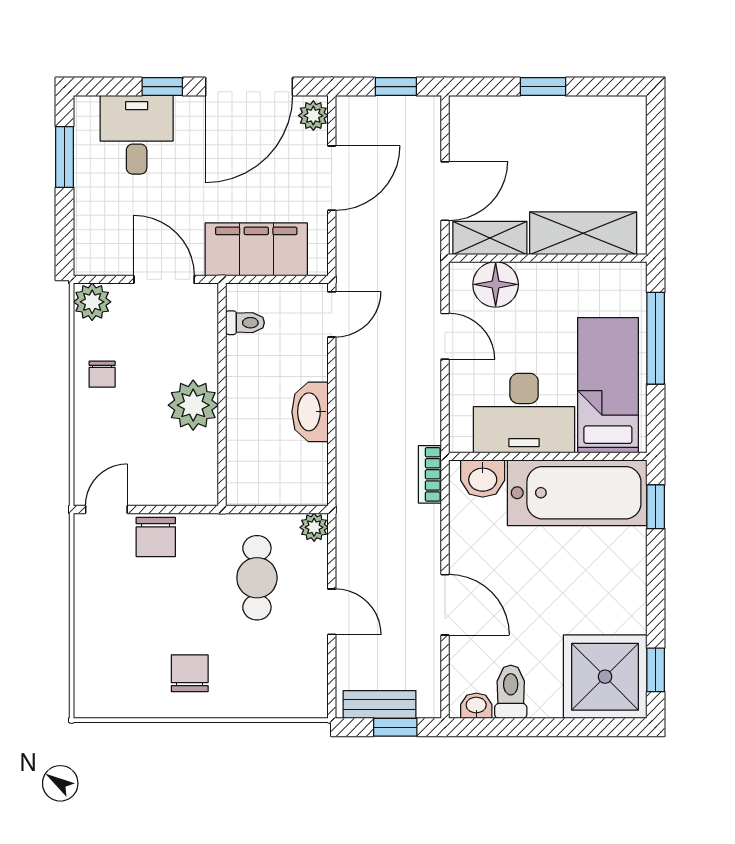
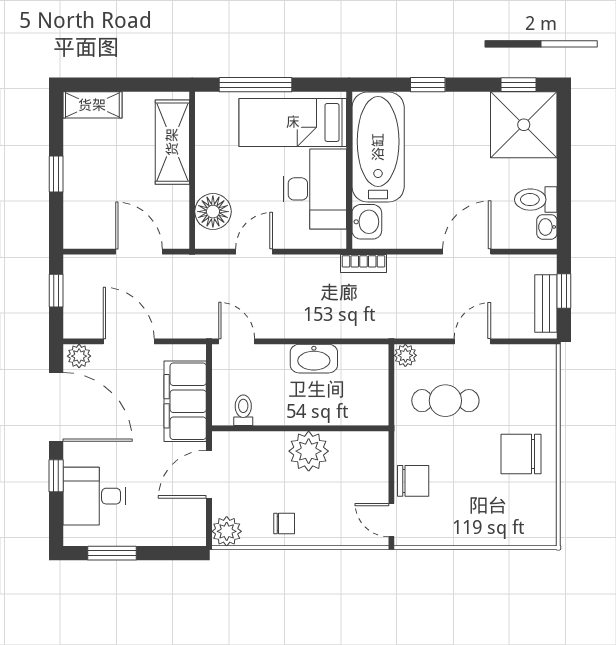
shelving: (490, 238) -> (92, 105), moved, turned 90
window: (656, 507) -> (428, 85), moved
chair: (190, 673) -> (521, 454), width x1.37, depth x1.37

